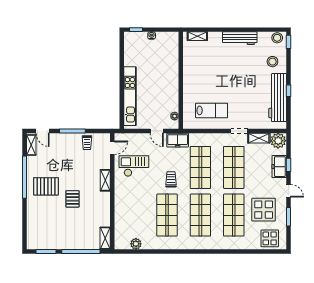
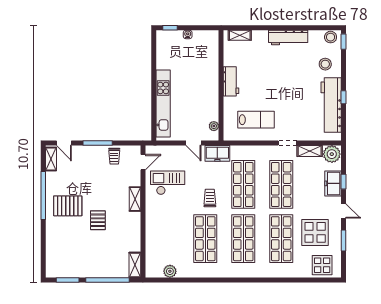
workbench: (190, 77) -> (231, 81), added

